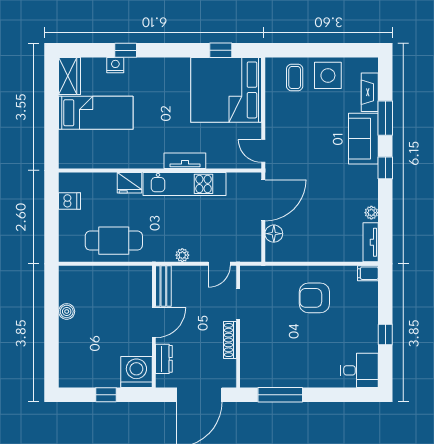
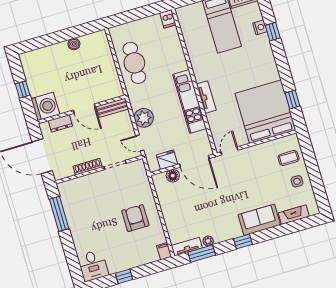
side table: (328, 75) -> (297, 181), width x0.54, depth x0.54
window: (385, 118) -> (202, 254), moved
fridge: (130, 183) -> (167, 160), moved, turned 90
dishwasher: (70, 201) -> (168, 19), moved
plant: (182, 255) -> (144, 118), width x1.88, depth x1.88

